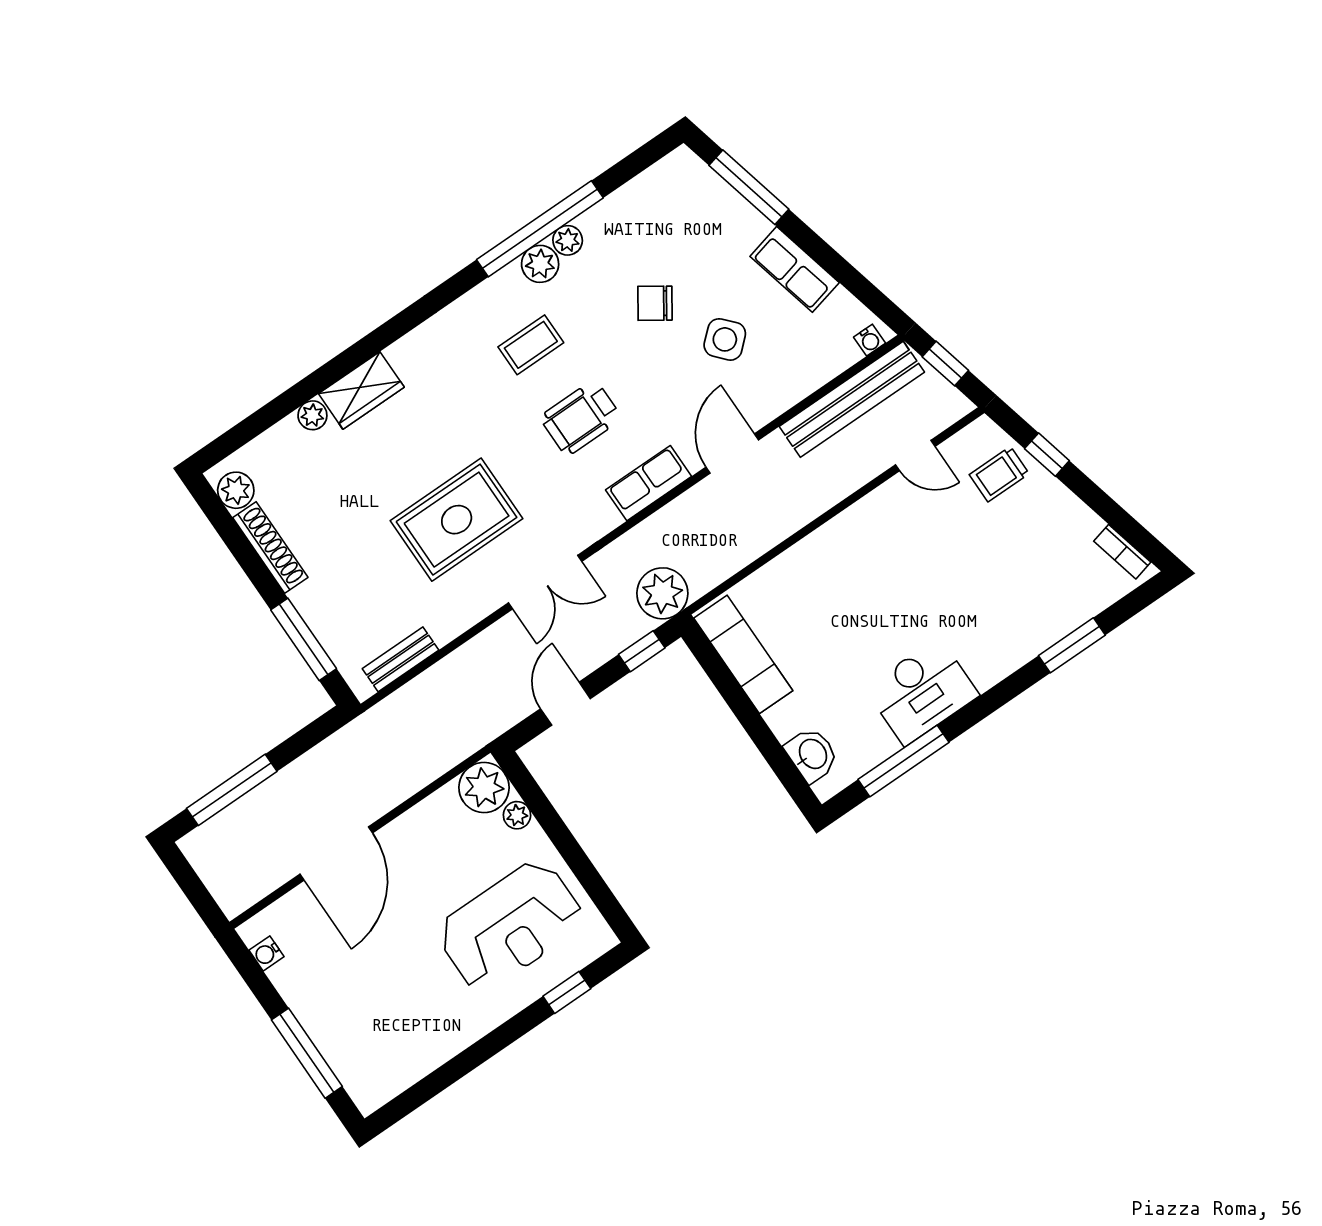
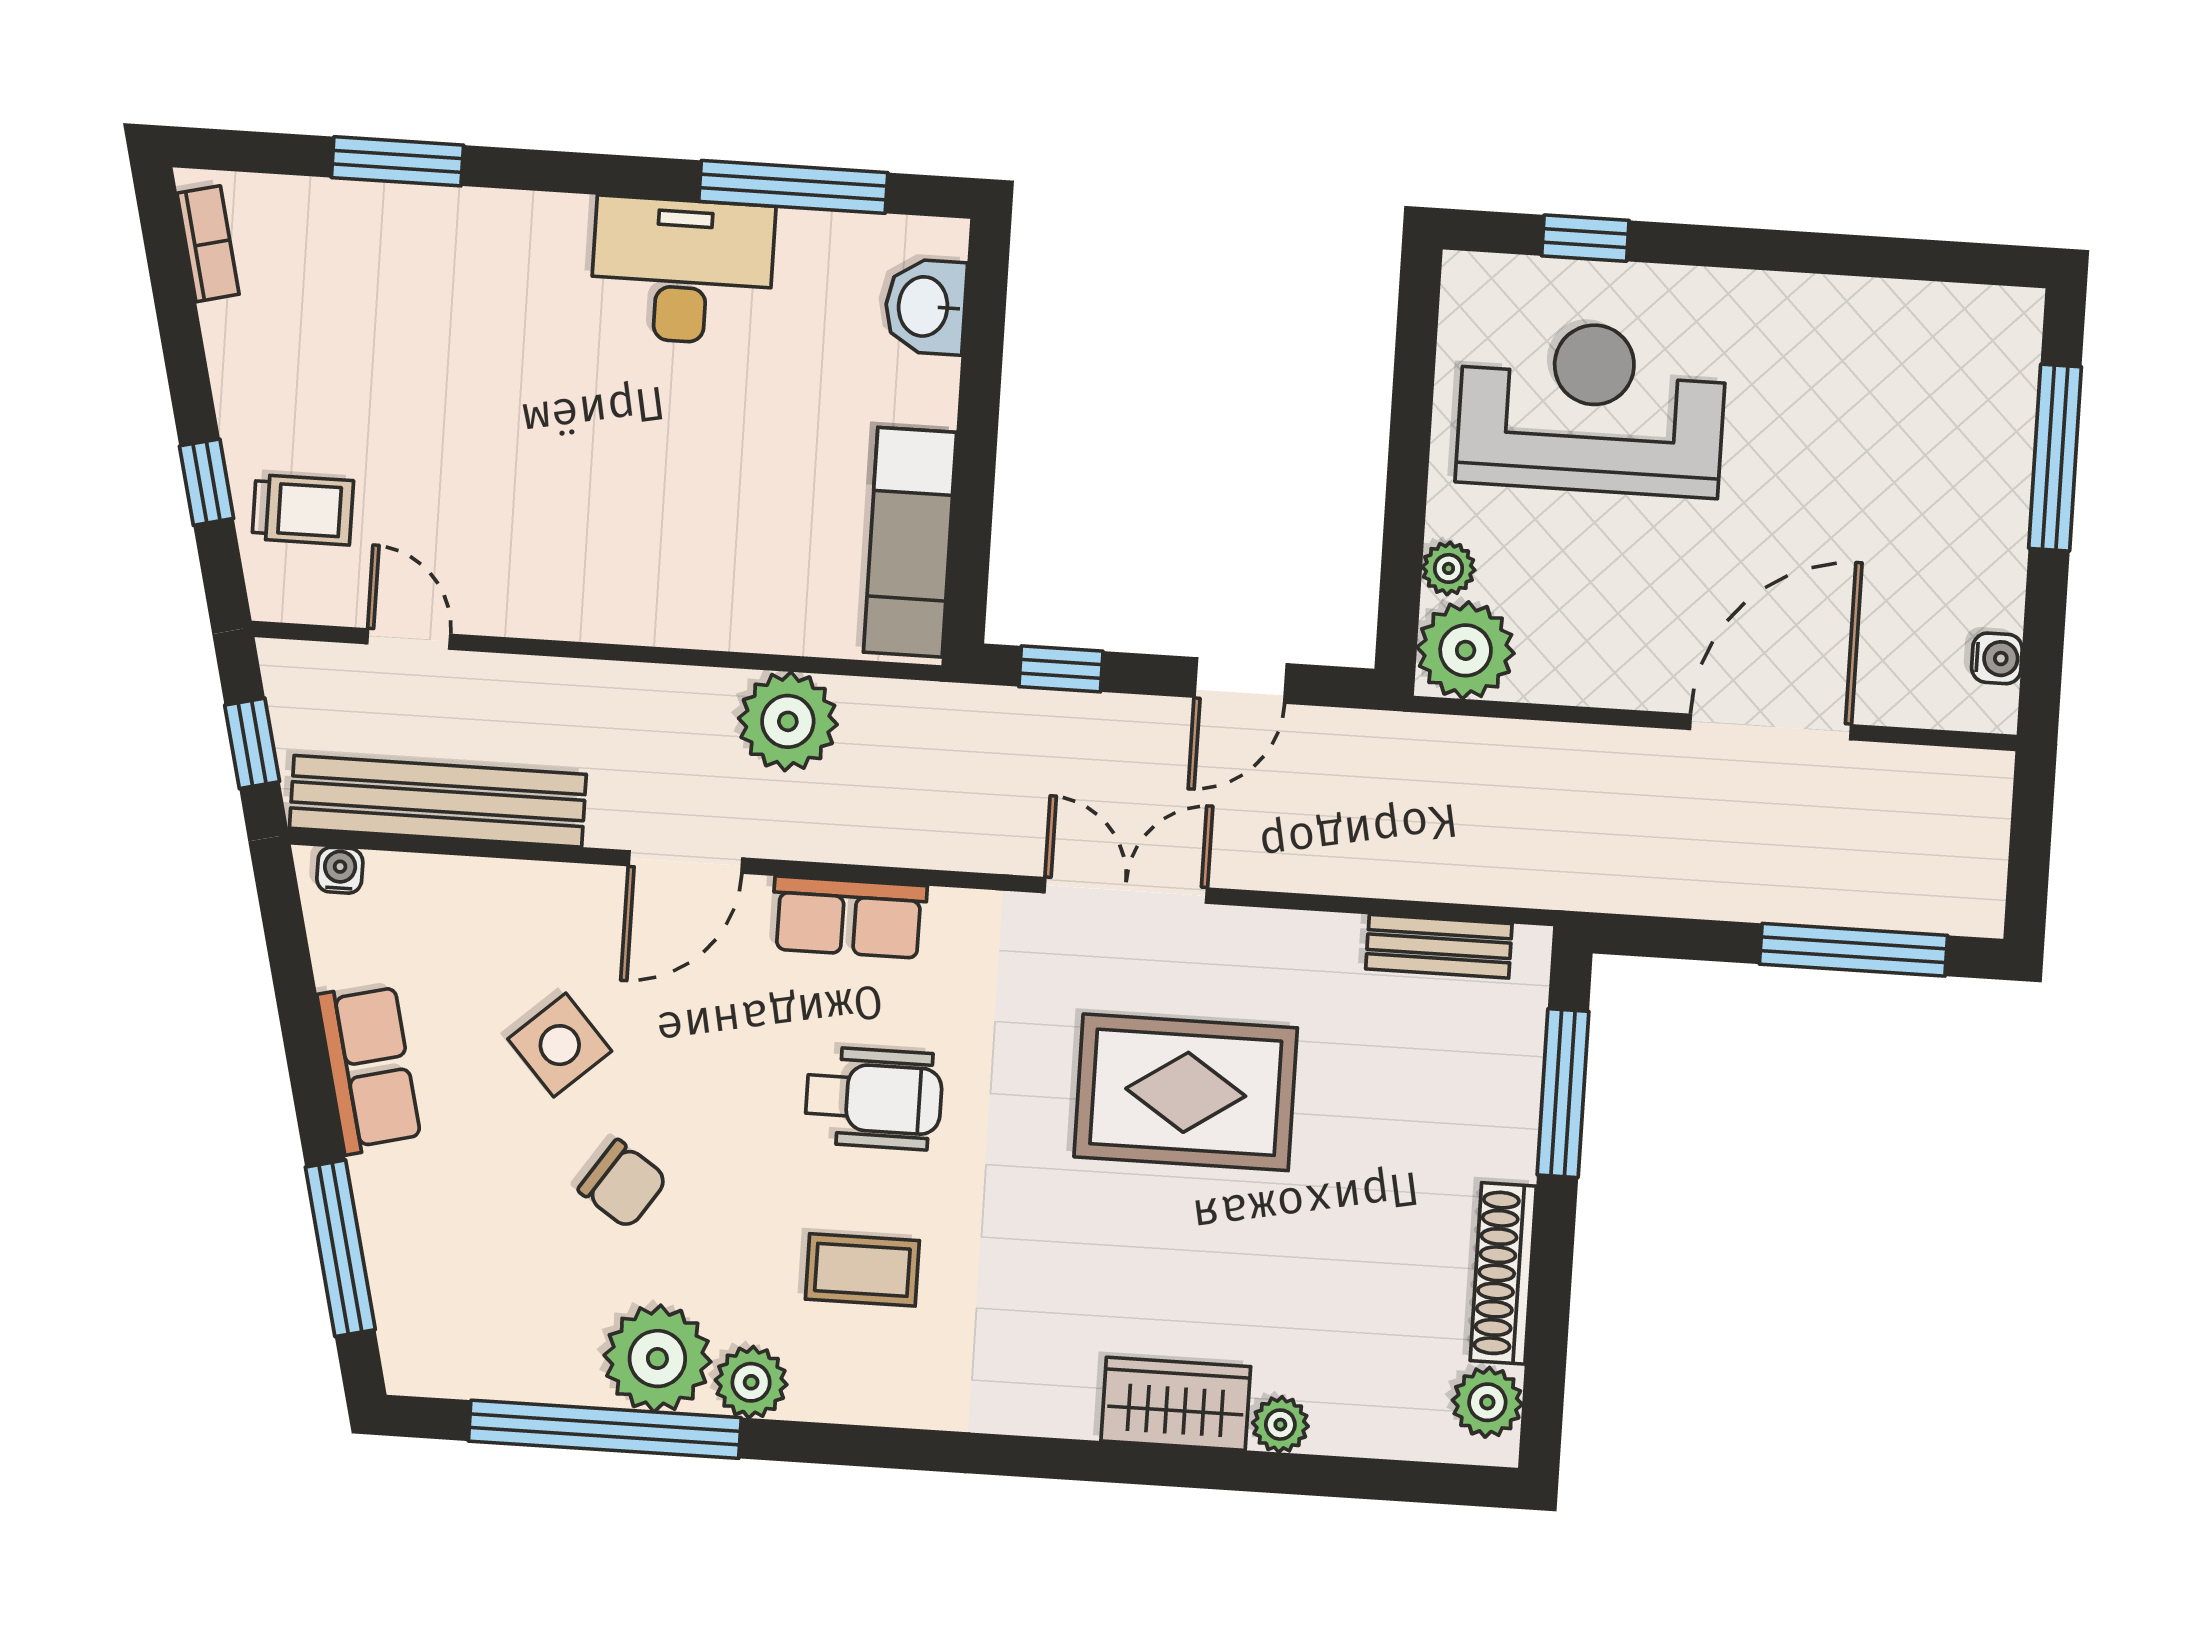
window: (540, 229) -> (605, 1429), moved
plant: (568, 240) -> (657, 1359), width x1.88, depth x1.88
plant: (662, 593) -> (788, 721), moved

